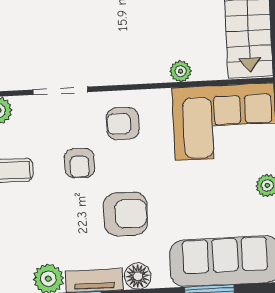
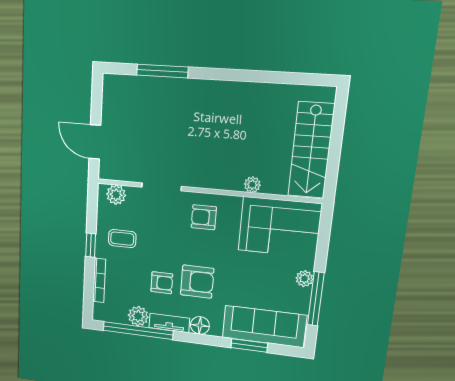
armchair: (80, 163) -> (162, 283), moved, turned -90

